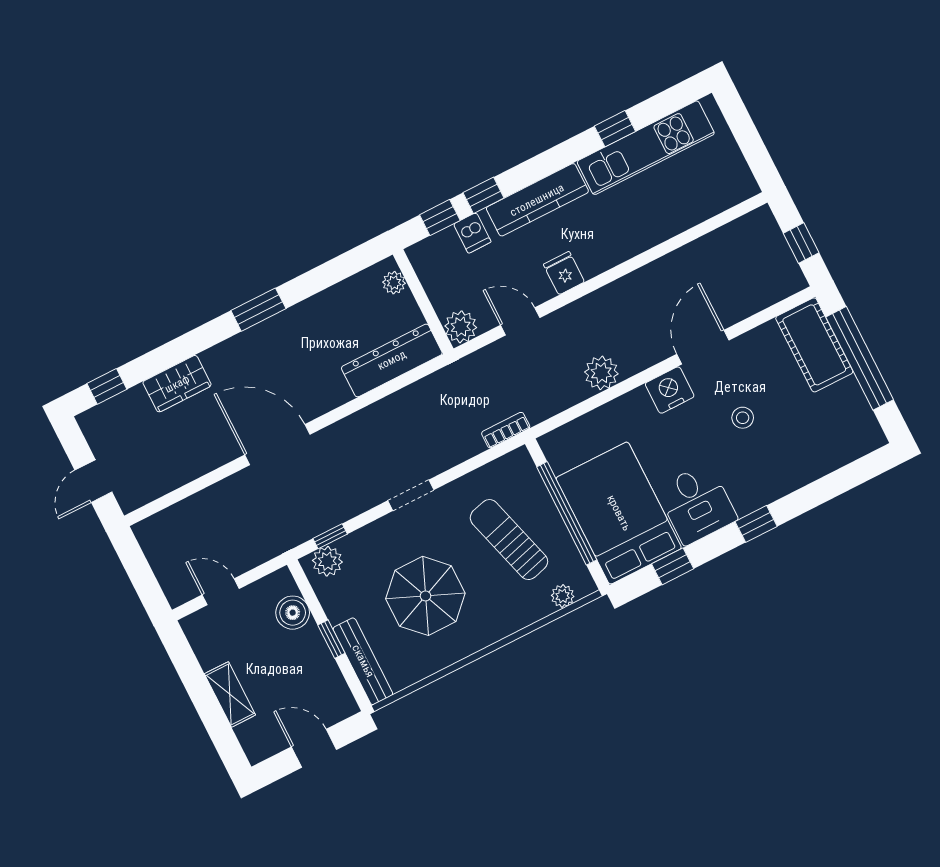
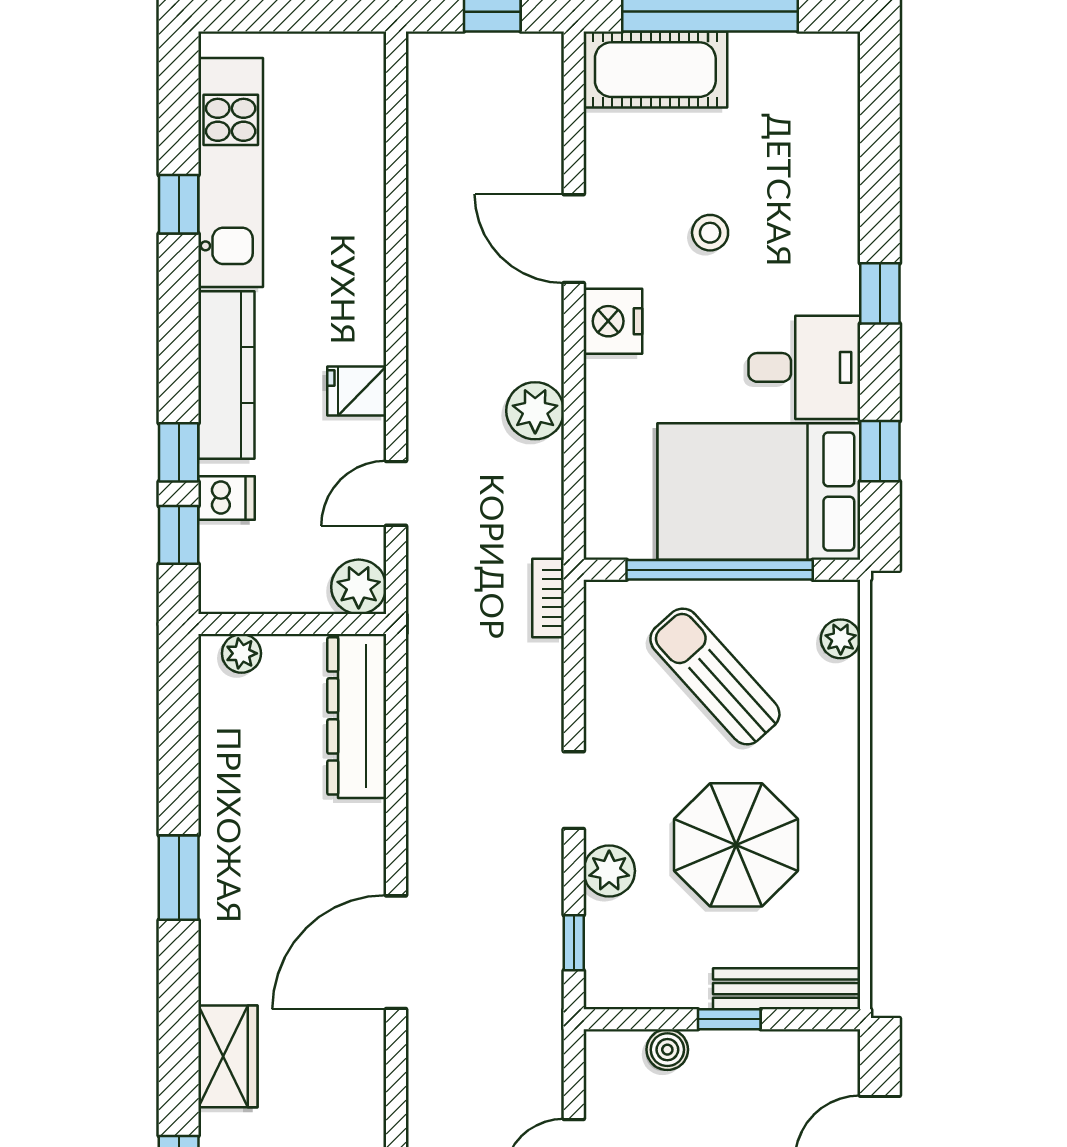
sun lounger: (509, 540) -> (715, 676), turned 64
plant: (327, 561) -> (609, 871), moved
boiler: (293, 613) -> (667, 1050), width x0.73, depth x0.73

